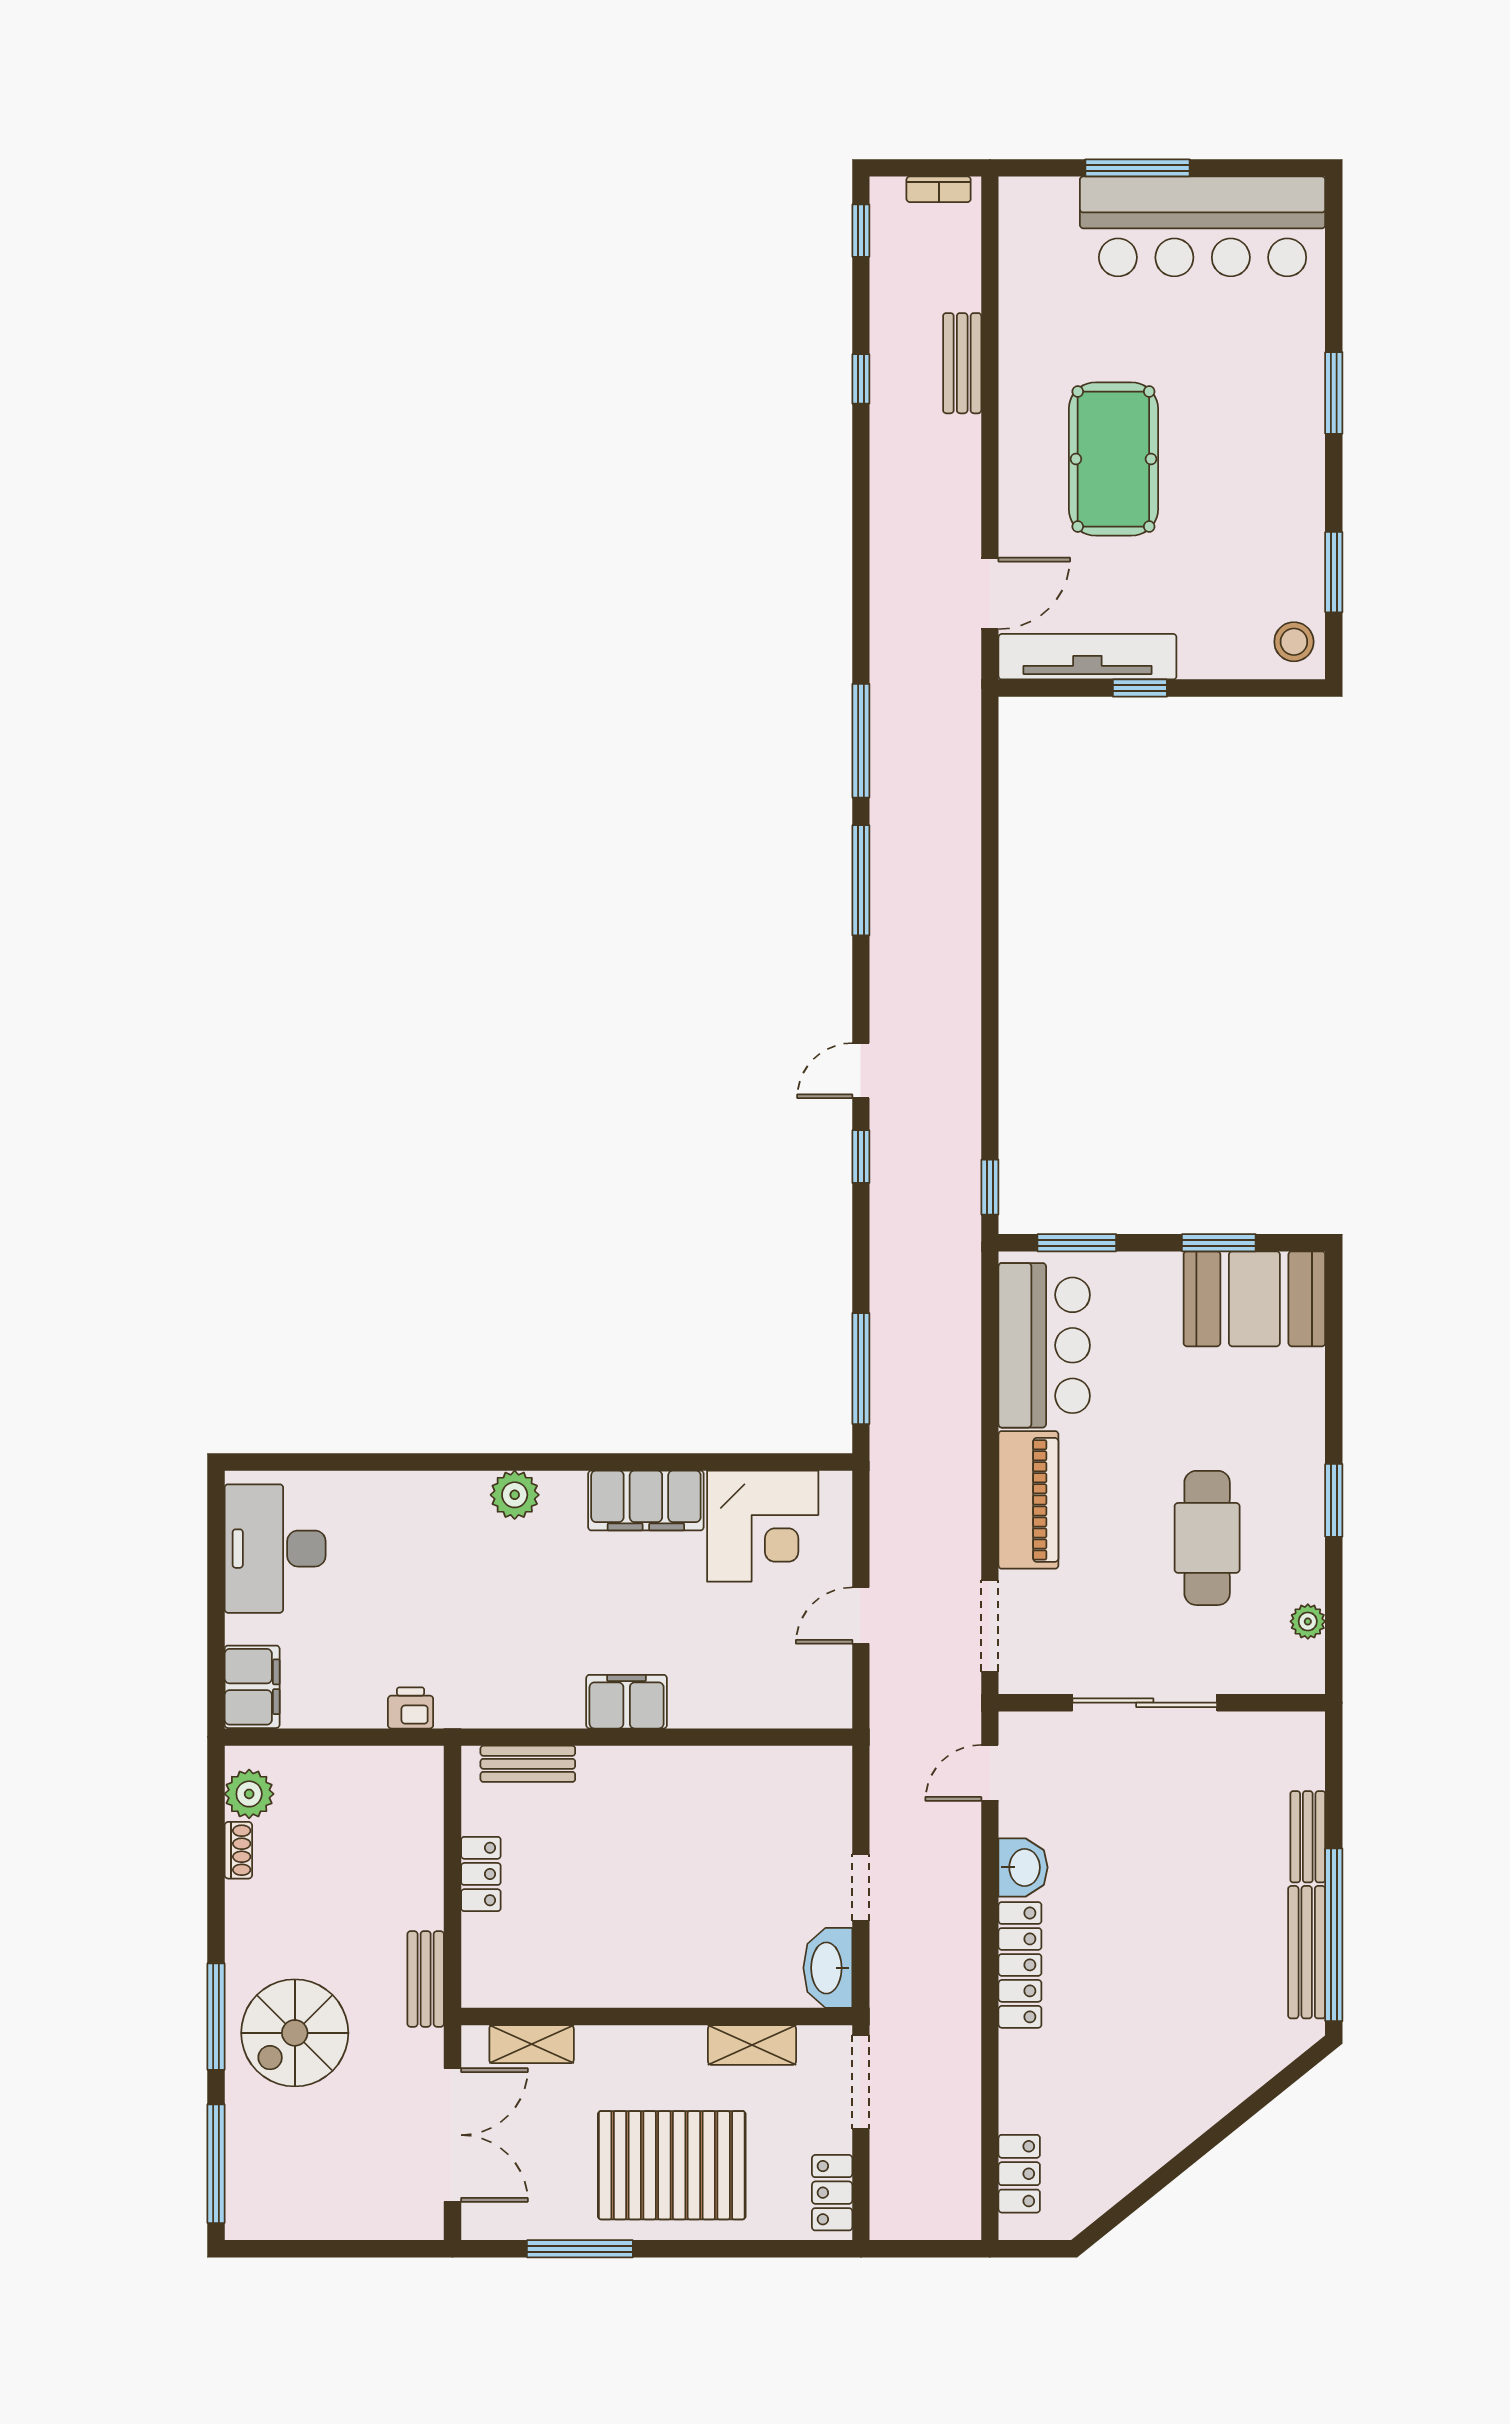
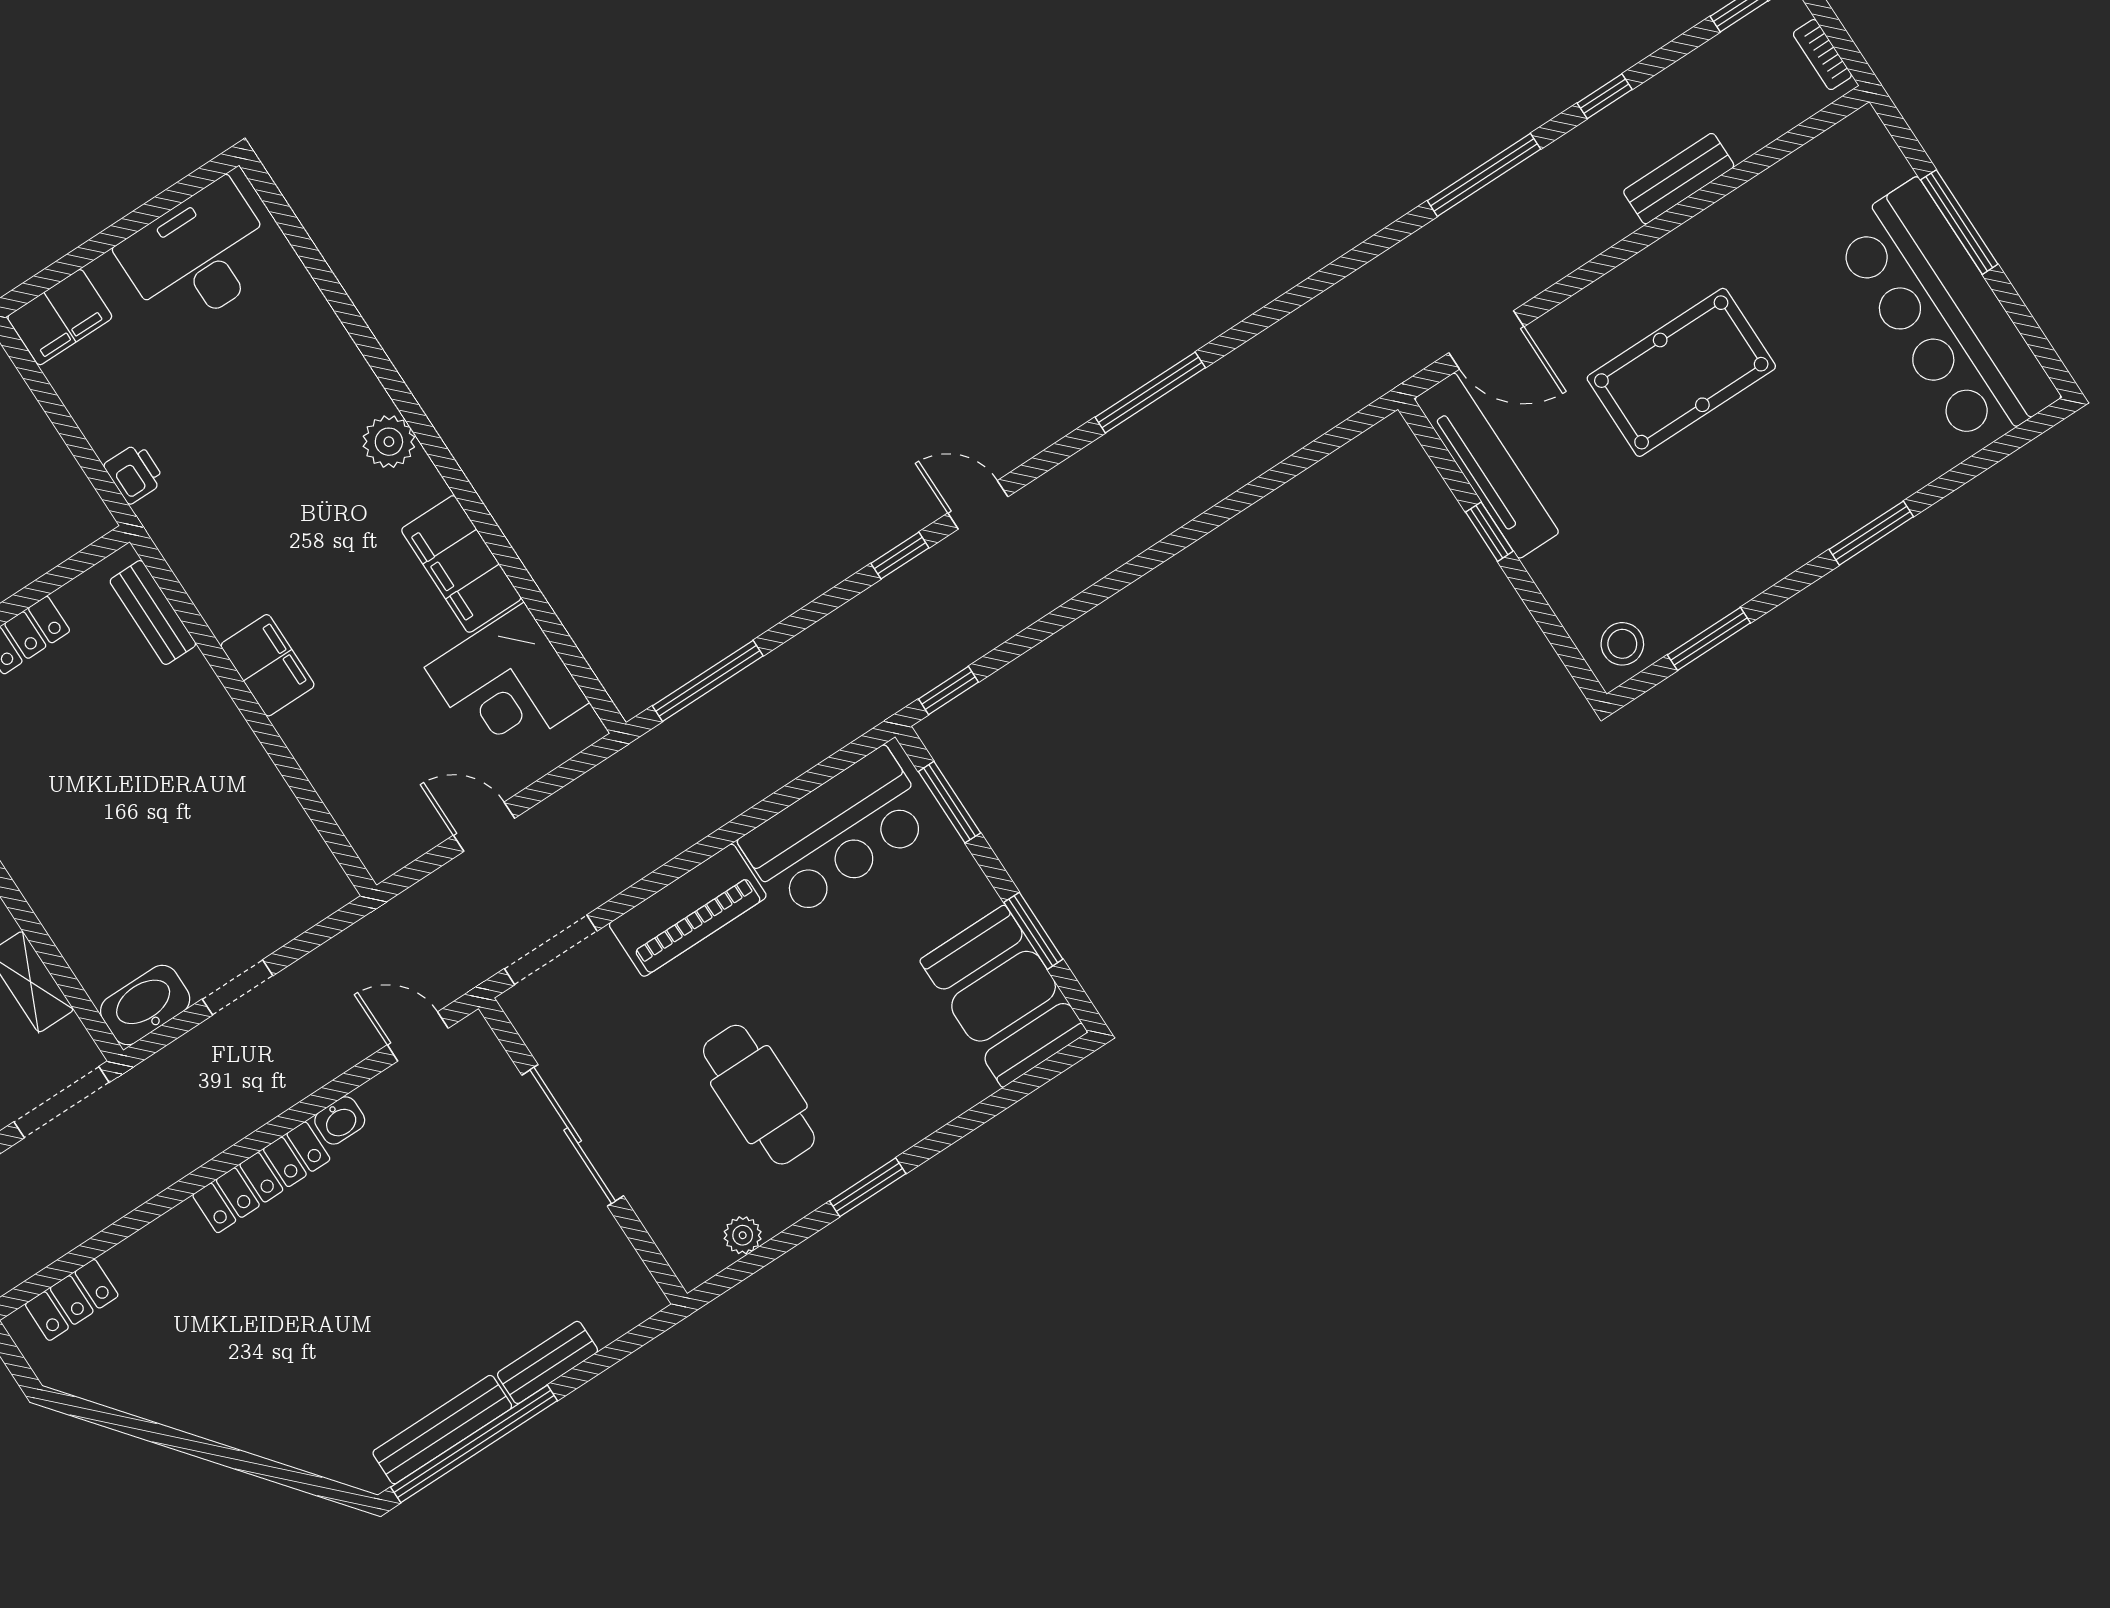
window: (861, 741) -> (1484, 175), moved
cafe table: (1207, 1538) -> (759, 1095), turned 90
washbasin: (1023, 1867) -> (340, 1120), width x0.72, depth x0.69

